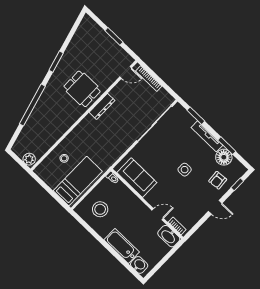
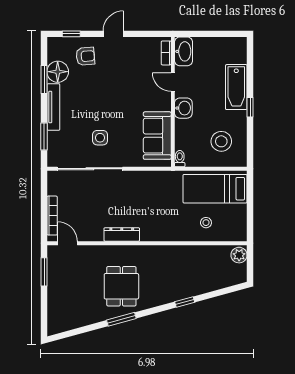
window: (114, 36) -> (44, 272), moved
dining table: (82, 89) -> (121, 286), moved
window: (32, 105) -> (185, 302), width x0.32
side table: (185, 170) -> (100, 138), moved
door: (215, 207) -> (113, 34), hinge flipped
window: (104, 243) -> (250, 107), added
washbasin: (139, 265) -> (183, 108), moved, turned 180

